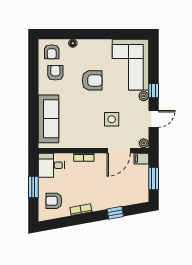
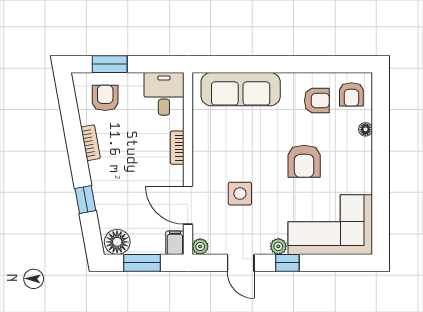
armchair: (52, 52) -> (351, 94), turned -90
window: (33, 187) -> (110, 64), moved
floor lamp: (141, 194) -> (117, 242), added

